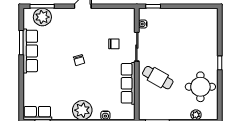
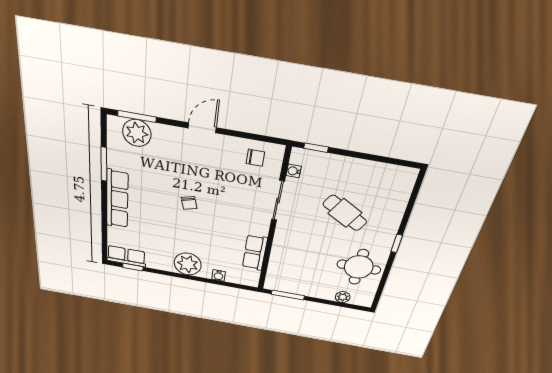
chair: (114, 44) -> (255, 158), moved
row of seats: (30, 51) -> (117, 199), moved
cafe table: (158, 78) -> (345, 213), moved
row of seats: (128, 83) -> (255, 253), width x0.68

